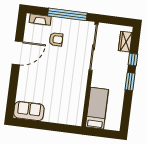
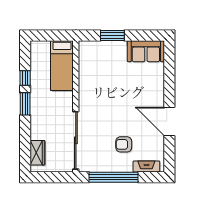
door: (17, 53) -> (169, 121), hinge flipped
window: (133, 60) -> (25, 78), moved
window: (54, 127) -> (112, 36), added

